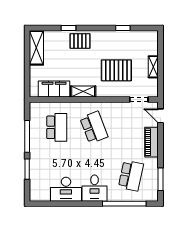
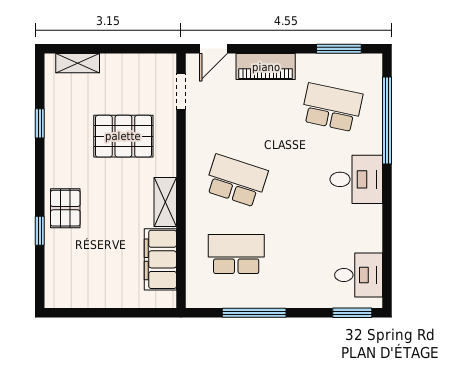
shelving: (36, 48) -> (79, 294), removed
shelving: (153, 67) -> (78, 63), moved
pallet: (116, 70) -> (123, 136), turned 90
school desk: (94, 127) -> (236, 181), turned 39
window: (27, 169) -> (352, 313), moved
desk: (66, 189) -> (359, 275), moved, width x0.73

